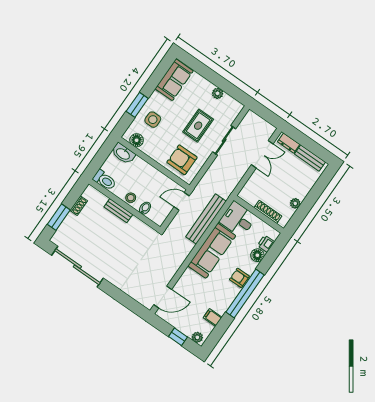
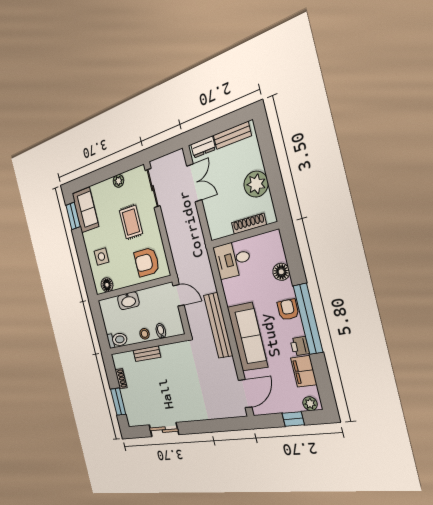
window: (137, 105) -> (73, 216), moved
sliding door: (224, 140) -> (153, 188), moved
washbasin: (123, 154) -> (128, 301), moved
door: (182, 201) -> (179, 295), swing flipped
plant: (295, 203) -> (256, 184), width x1.87, depth x1.87
bench: (206, 219) -> (218, 325), moved
printer: (266, 244) -> (300, 346), moved
sofa: (212, 251) -> (247, 337), moved
sliding door: (77, 267) -> (164, 430), width x0.54
armchair: (239, 278) -> (288, 310), turned 90
filing cabinet: (213, 317) -> (304, 371), width x2.00

